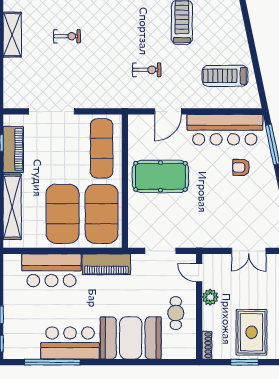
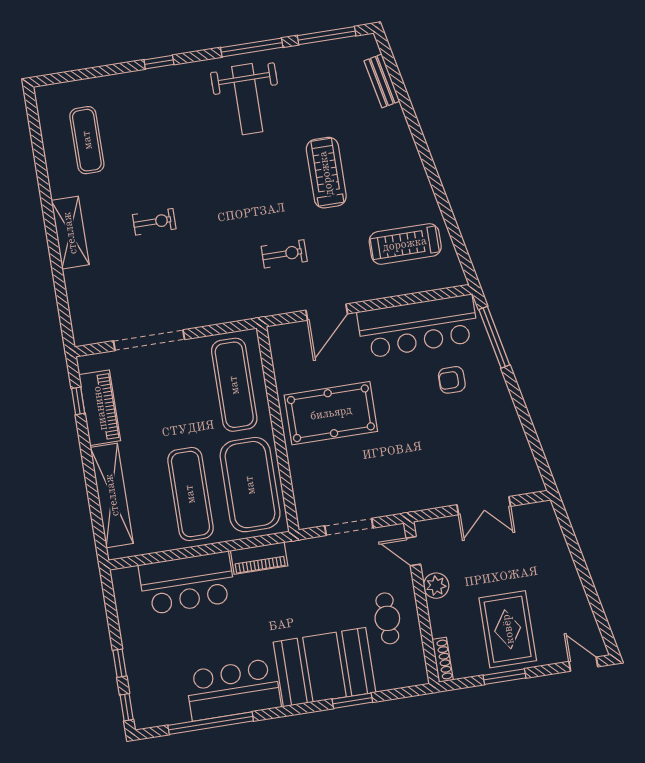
exercise mat: (63, 214) -> (190, 494), width x0.68
piano: (106, 264) -> (259, 558), width x0.73, depth x0.75
window: (145, 362) -> (352, 701), added

